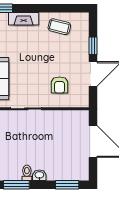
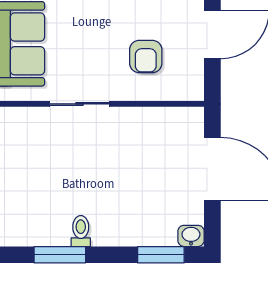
washbasin: (39, 175) -> (191, 236), moved

